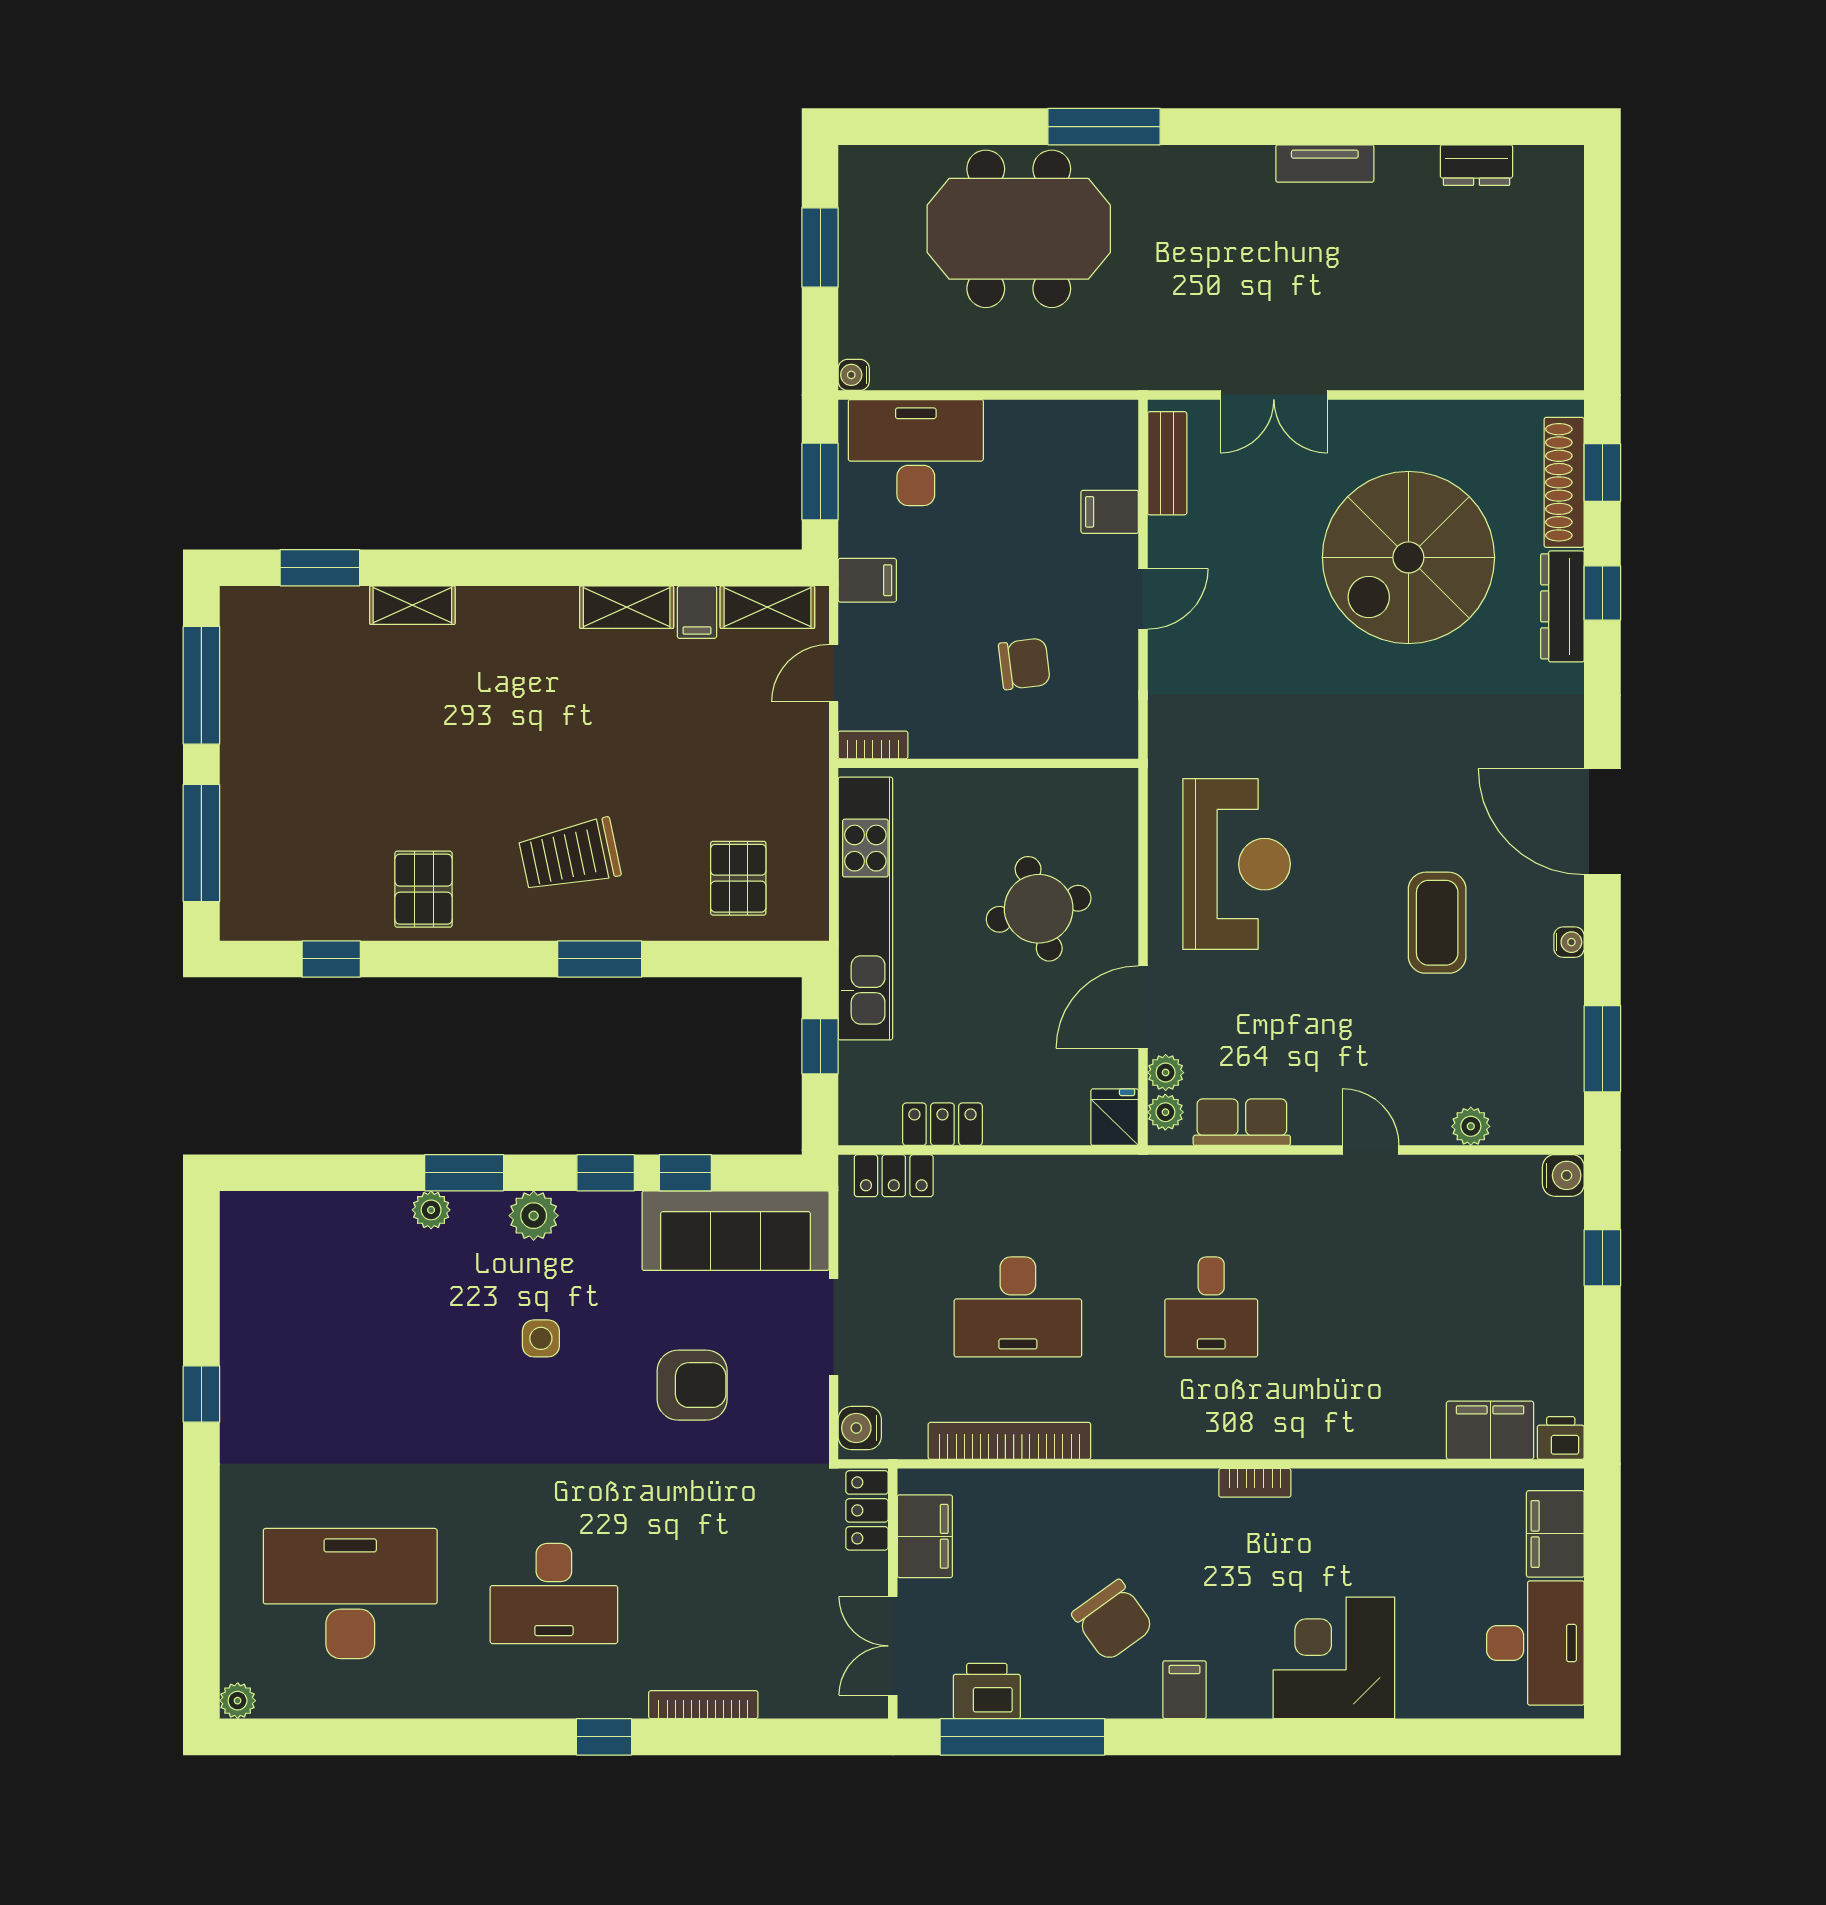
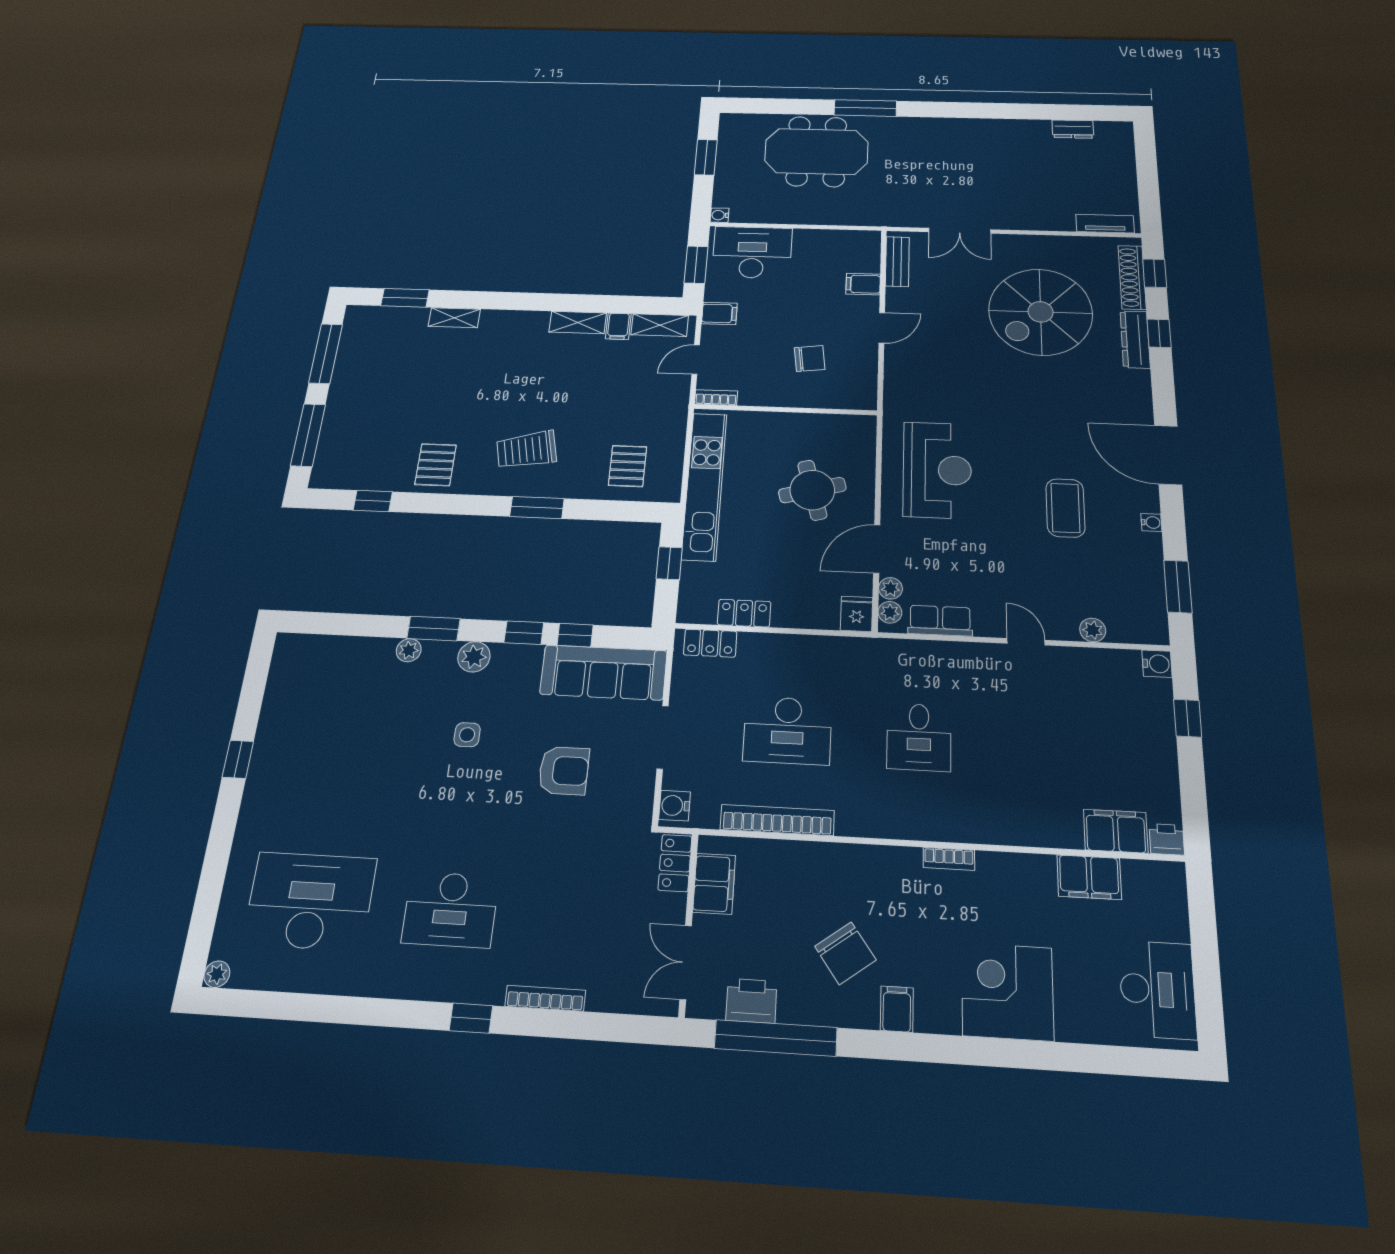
tv unit: (1325, 163) -> (1105, 224), moved, turned 180
filing cabinet: (1555, 1534) -> (1089, 877), moved, turned -90

